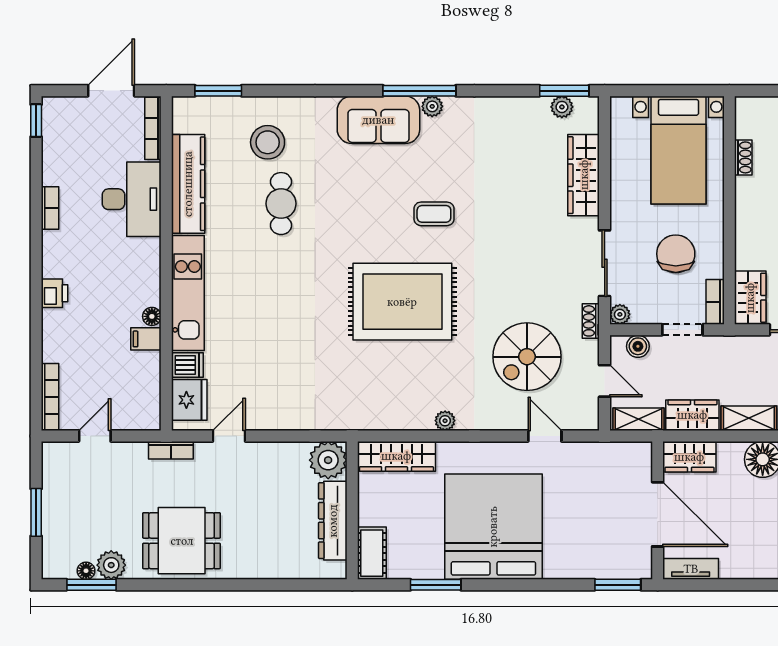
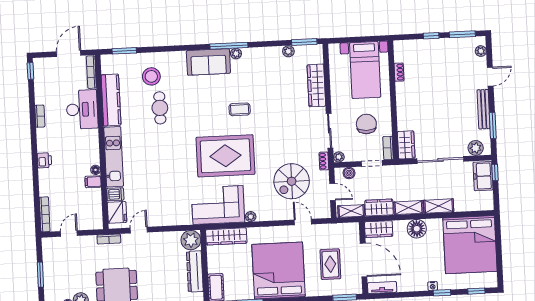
plant: (562, 107) -> (288, 51), moved
corner sofa: (383, 395) -> (218, 205), added
rug: (594, 519) -> (330, 264), added

